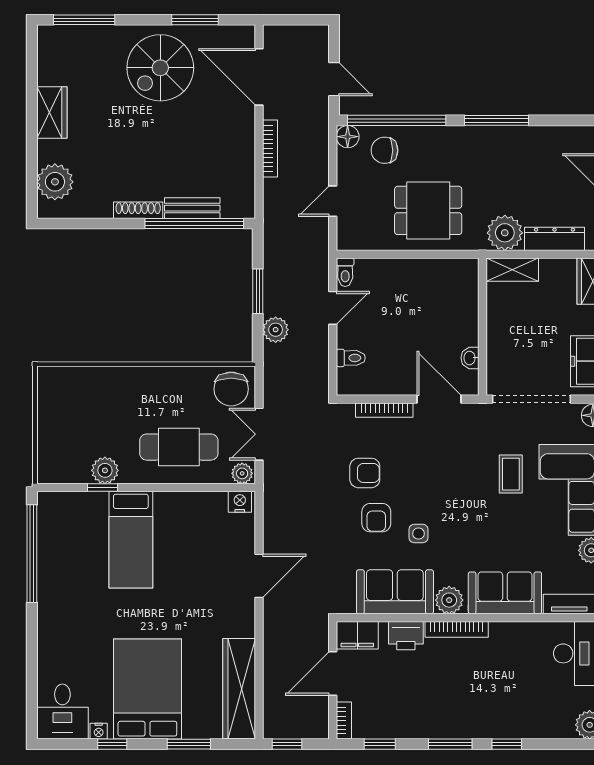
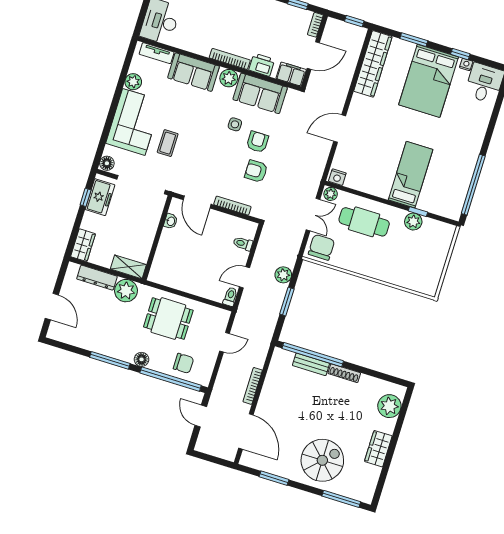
spiral stairs: (160, 68) -> (322, 460), moved
floor lamp: (348, 137) -> (142, 359), moved

